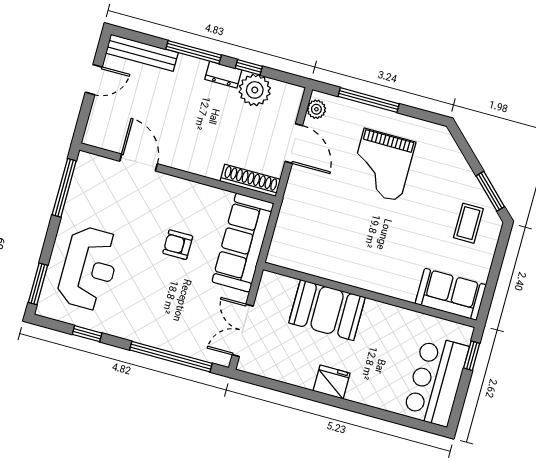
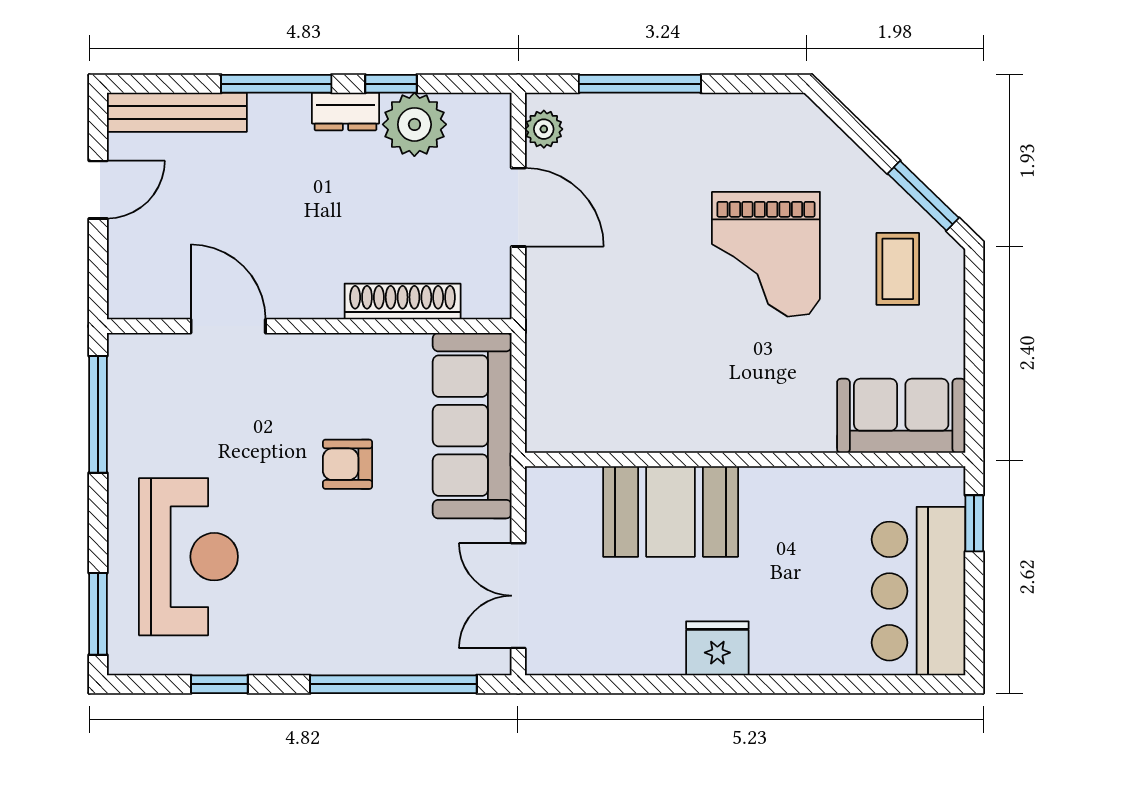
grand piano: (382, 165) -> (766, 254), moved
shoe rack: (250, 180) -> (403, 302), moved

